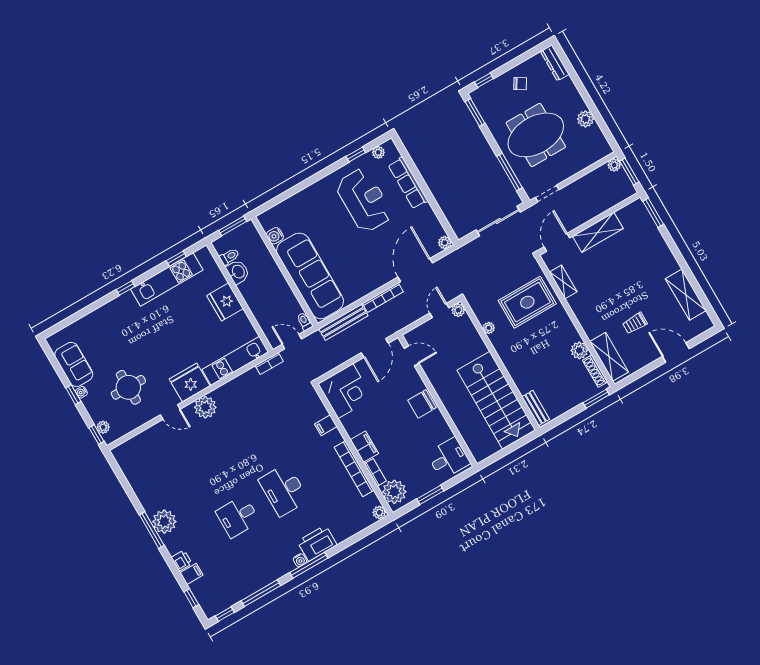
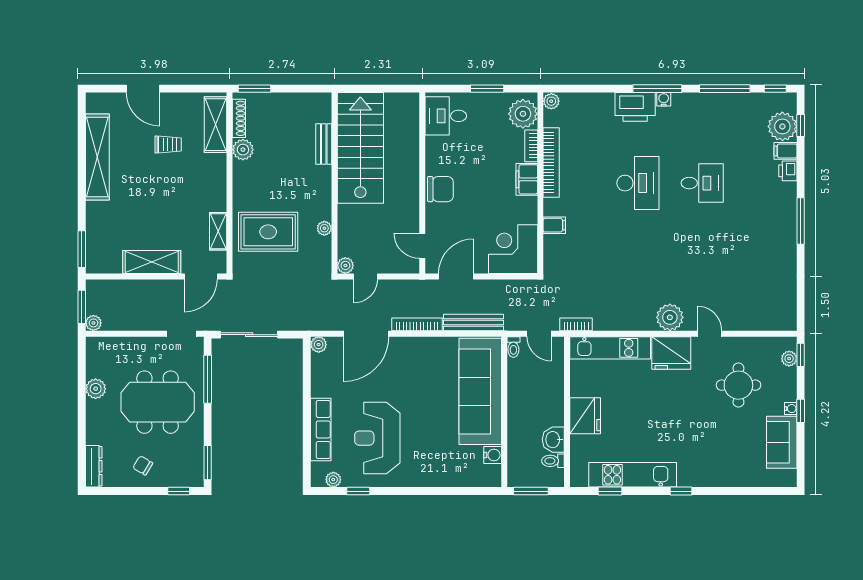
shelving: (686, 295) -> (97, 157), width x1.47
bench: (536, 408) -> (324, 144), moved
plant: (164, 522) -> (782, 126), moved

